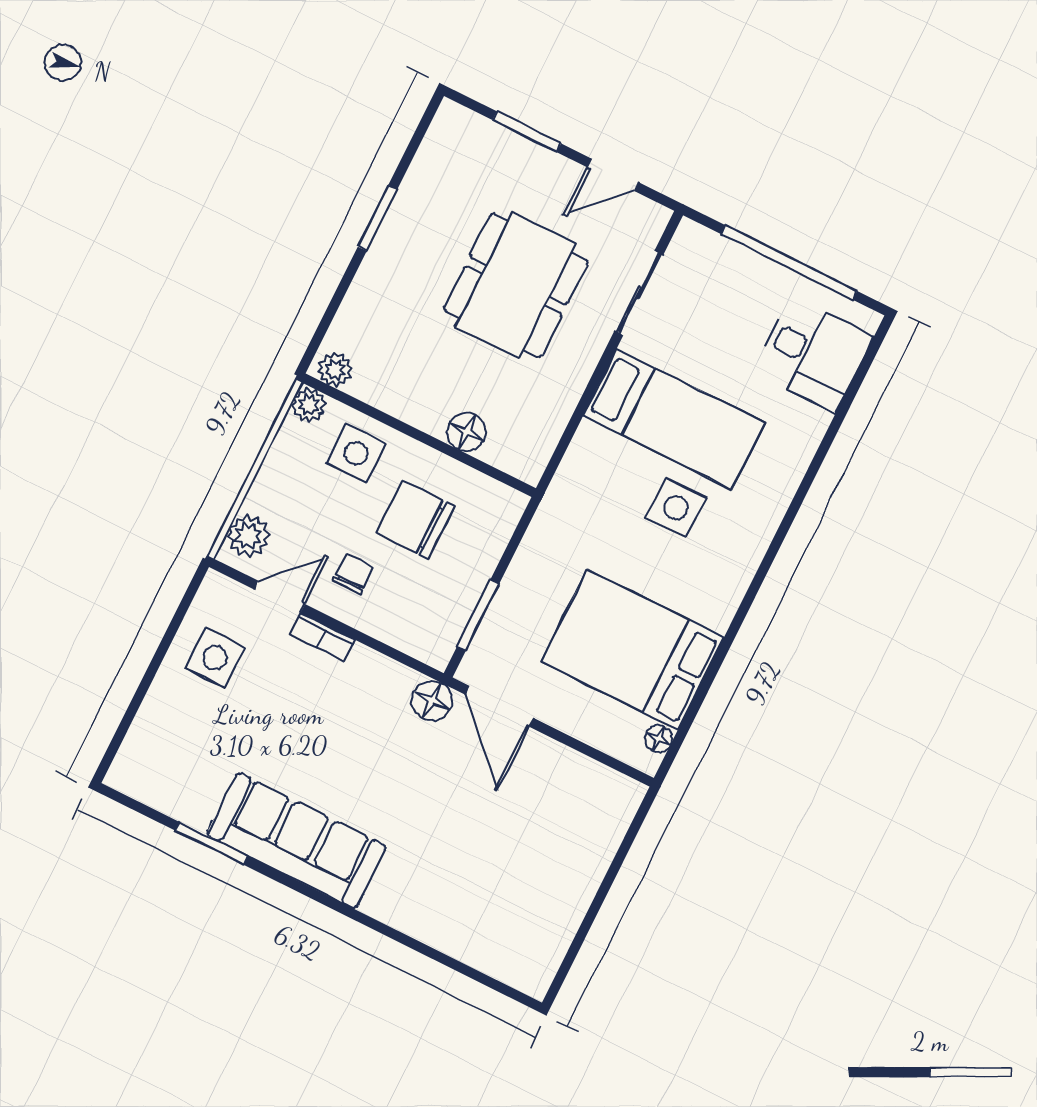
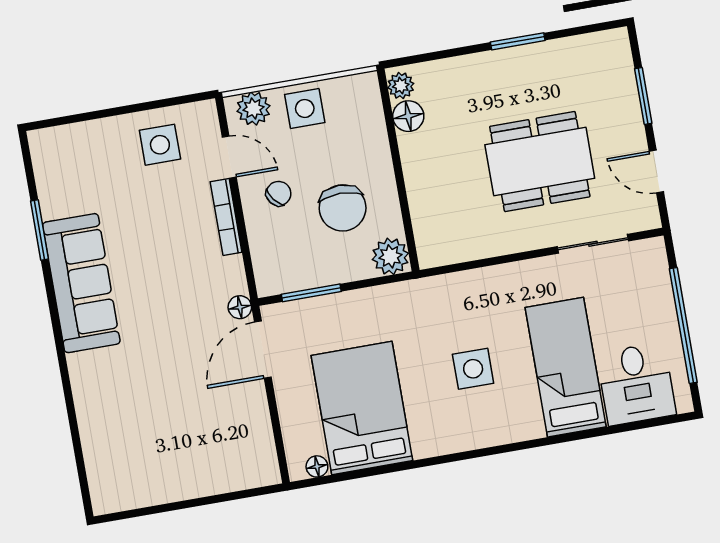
plant: (309, 405) -> (390, 256), moved, width x1.38, depth x1.38
bed: (674, 419) -> (566, 367), moved, turned 180
floor lamp: (466, 432) -> (408, 116), moved
side table: (356, 453) -> (305, 108), moved
chair: (415, 520) -> (343, 208), turned 180
chair: (353, 574) -> (279, 194), turned -38
bookcase: (322, 637) -> (226, 217), width x1.56
floor lamp: (432, 701) -> (240, 307), width x0.73, depth x0.73

